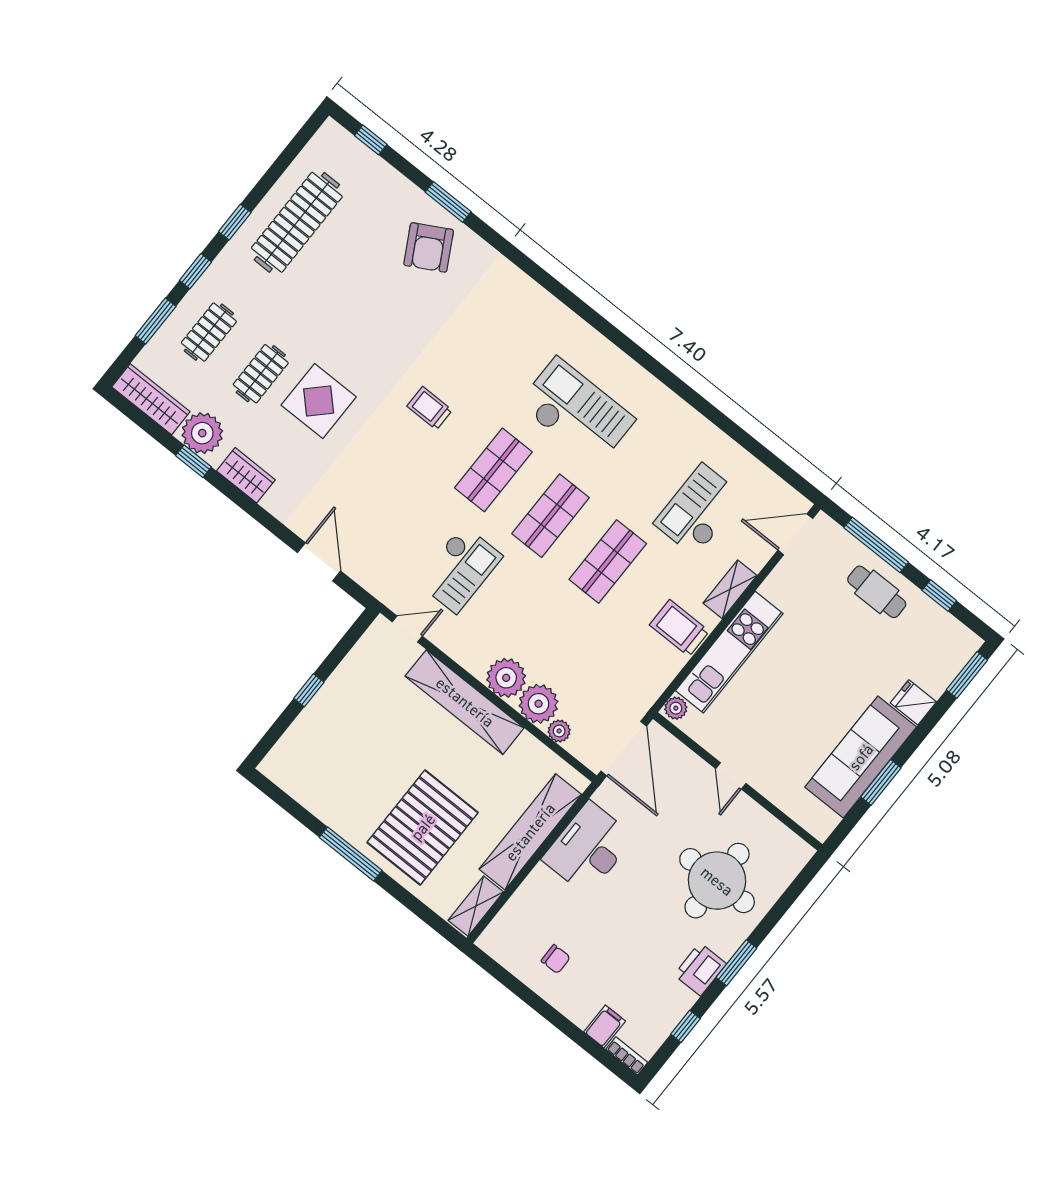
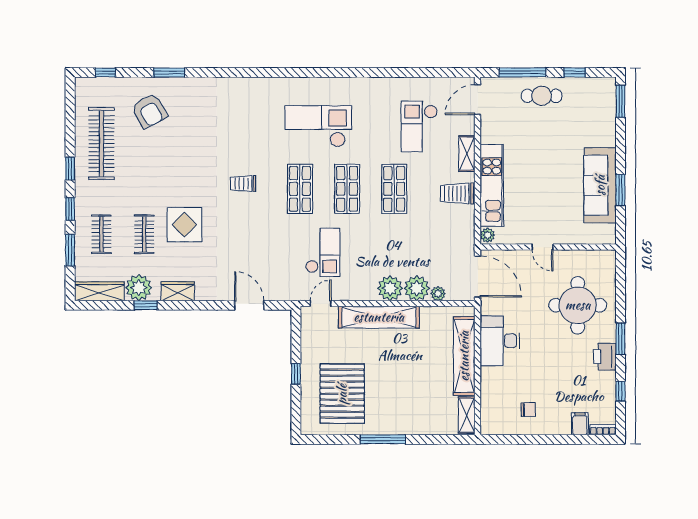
armchair: (429, 247) -> (149, 111), moved
fridge: (913, 702) -> (605, 137), removed
pallet: (423, 827) -> (342, 394), moved

